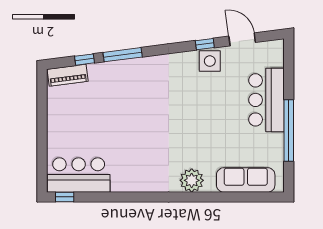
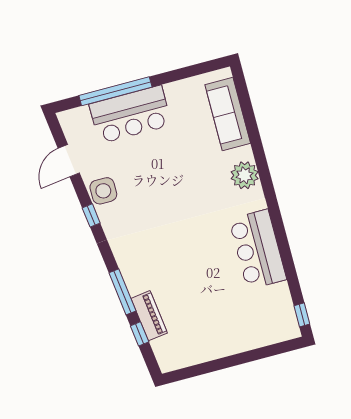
window: (205, 44) -> (91, 215), moved
piano: (68, 75) -> (149, 316), moved
window: (289, 131) -> (115, 91), moved
bar counter: (79, 175) -> (258, 249), moved

